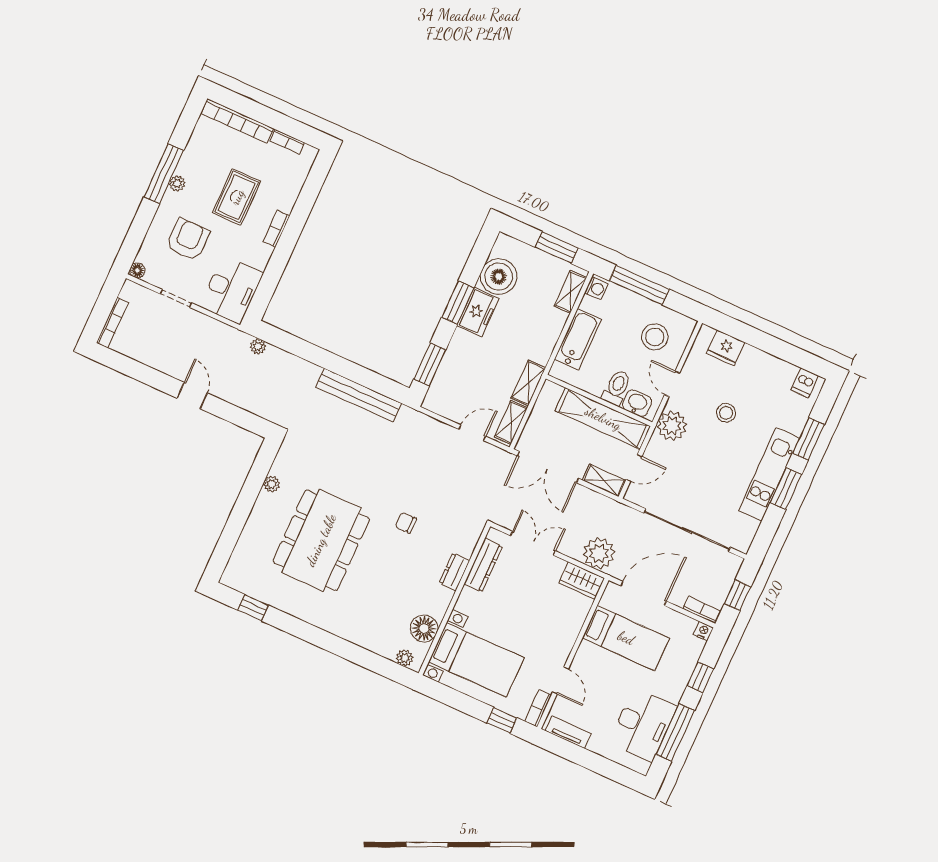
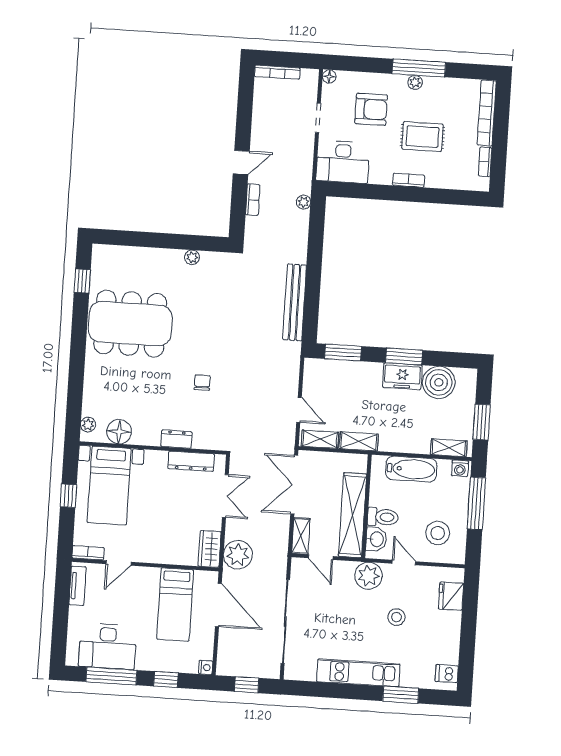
door: (672, 384) -> (404, 563), hinge flipped
window: (786, 489) -> (352, 692), removed
dining table: (321, 540) -> (130, 324), moved
bookcase: (702, 610) -> (253, 200), moved
window: (502, 720) -> (68, 496), moved

